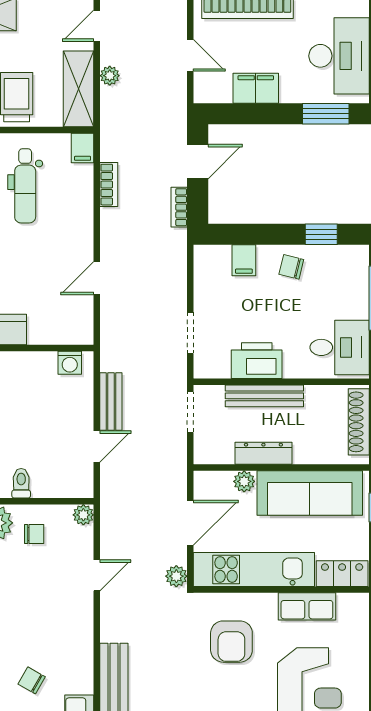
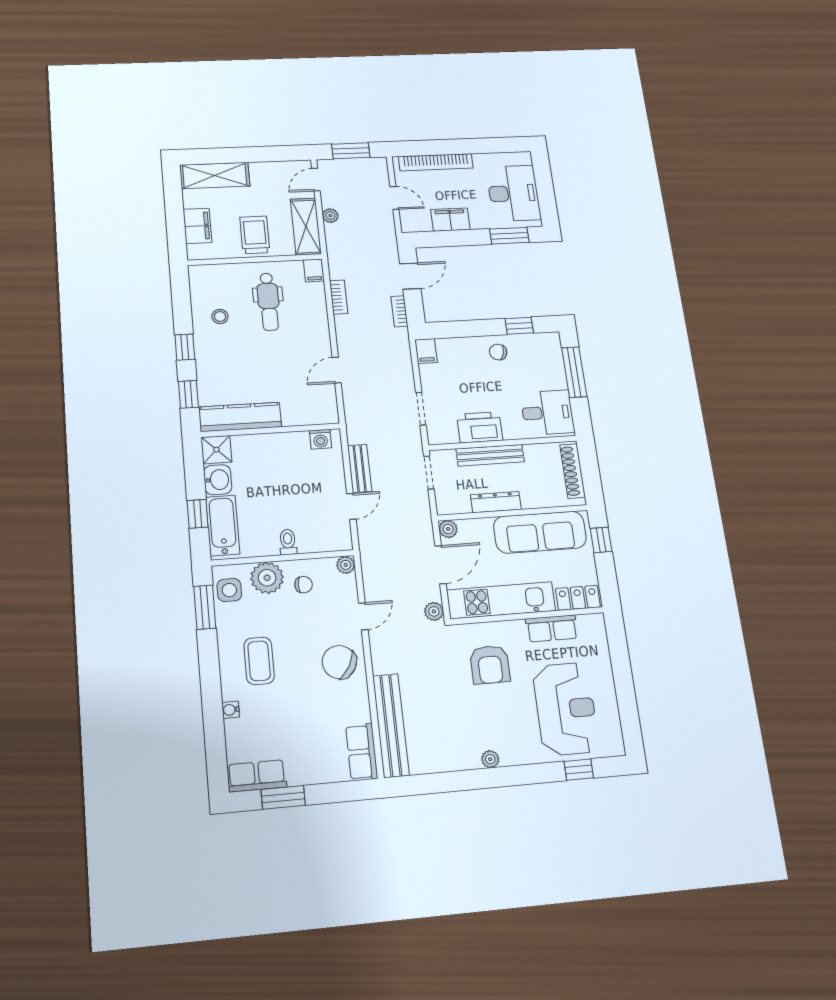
filing cabinet: (244, 260) -> (426, 351), moved
plant: (244, 481) -> (448, 529), moved
chair: (32, 680) -> (339, 662), moved, width x1.87, depth x1.87

